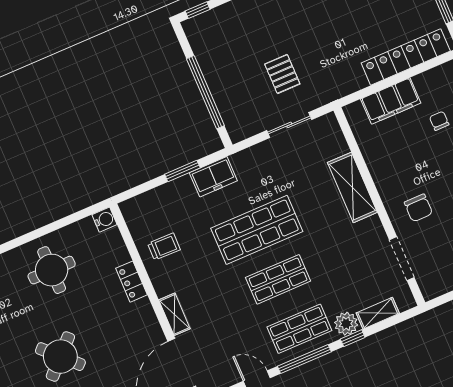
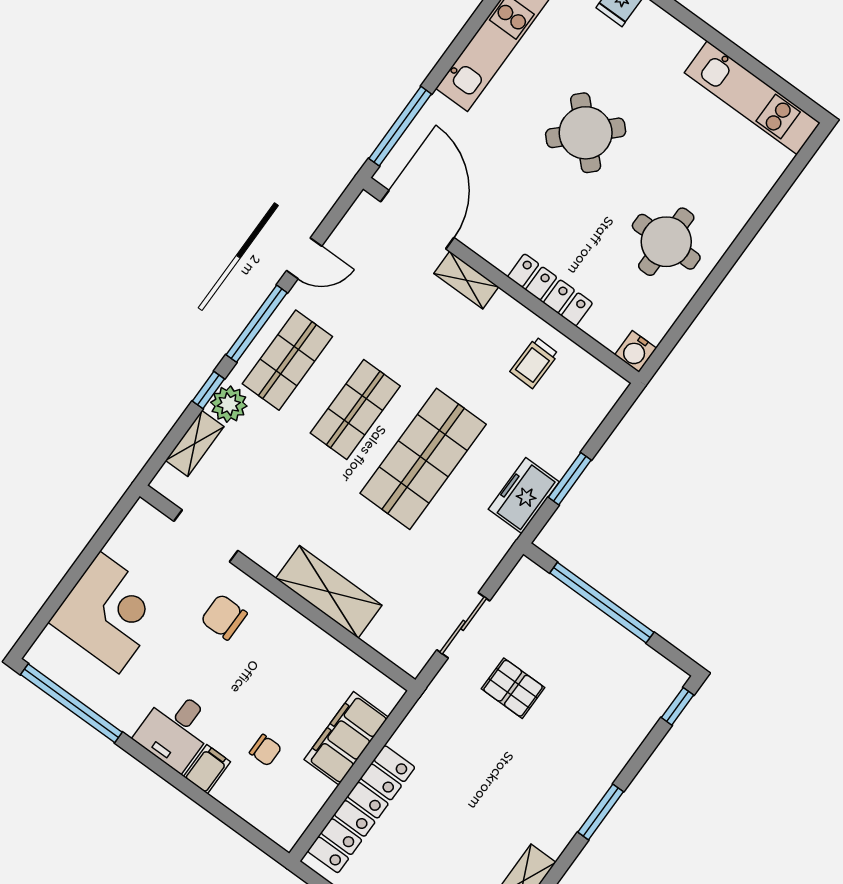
locker: (131, 282) -> (550, 290), width x1.53

